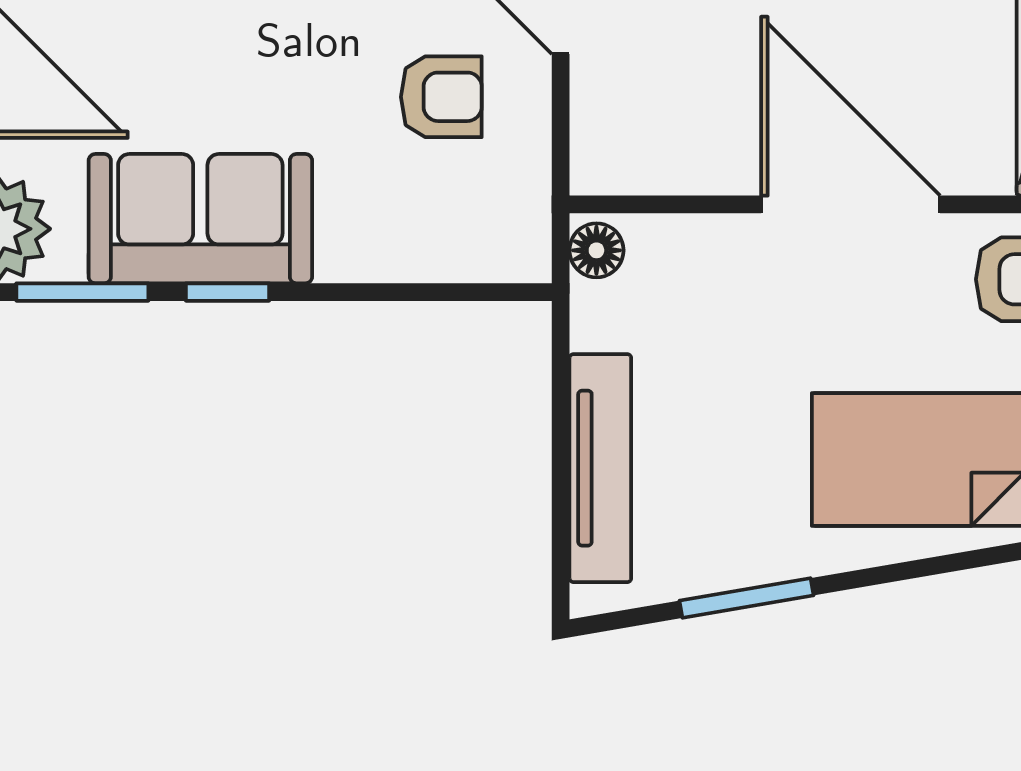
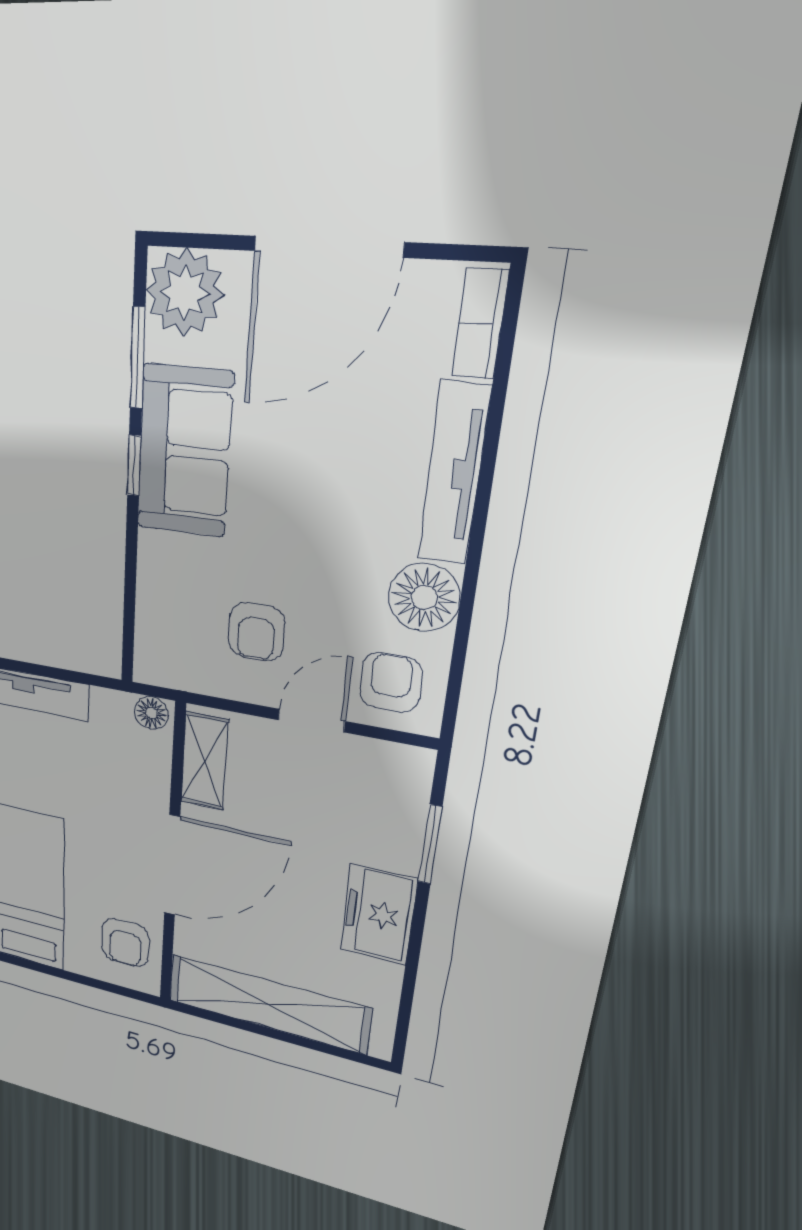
shelving: (658, 162) -> (204, 761), added

